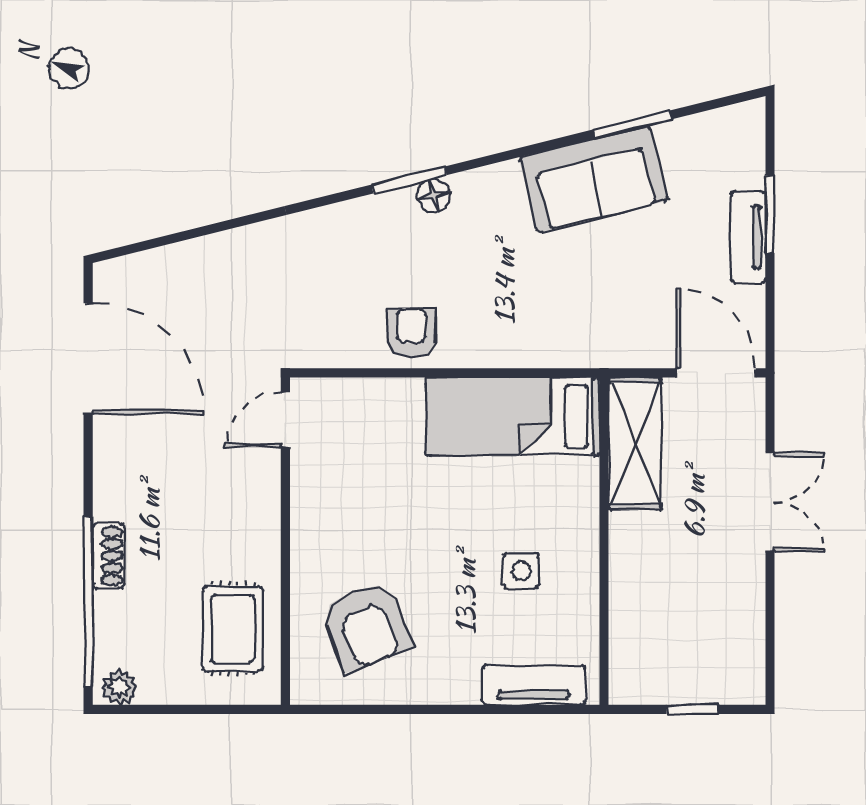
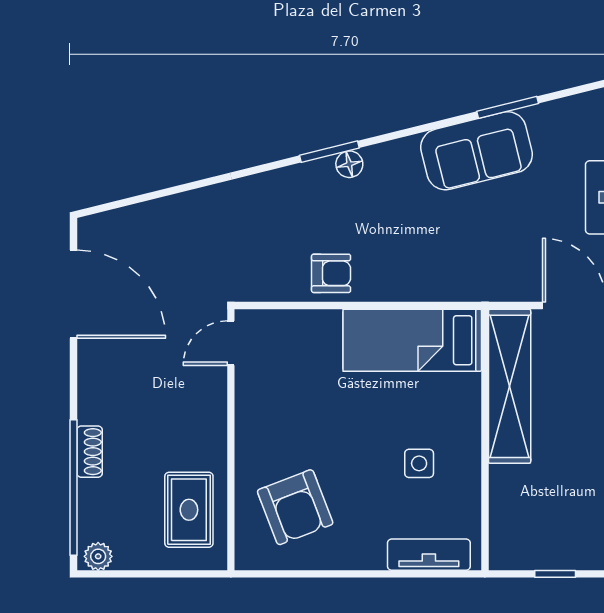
armchair: (411, 332) -> (331, 273), turned 90
shelving: (635, 443) -> (510, 386), width x1.47

